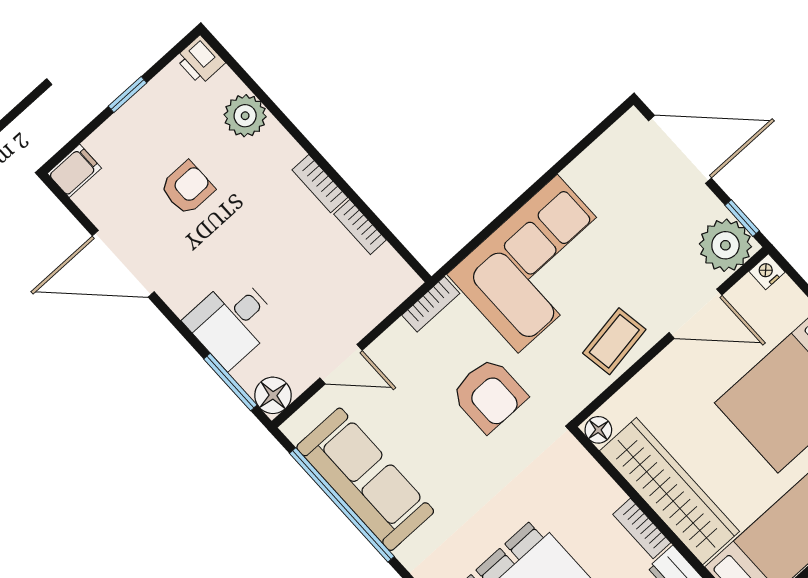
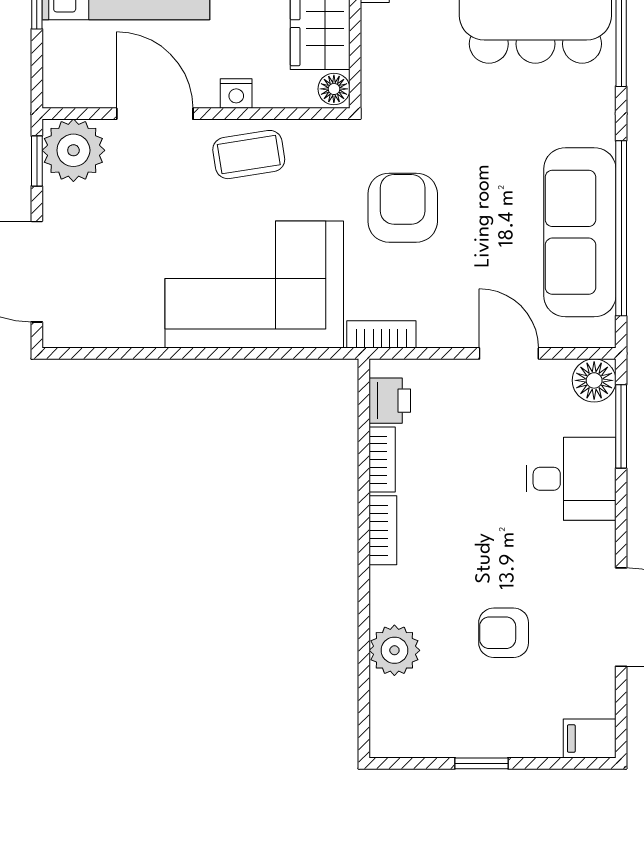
printer: (200, 60) -> (390, 401), moved
nightstand: (767, 272) -> (236, 94), moved

